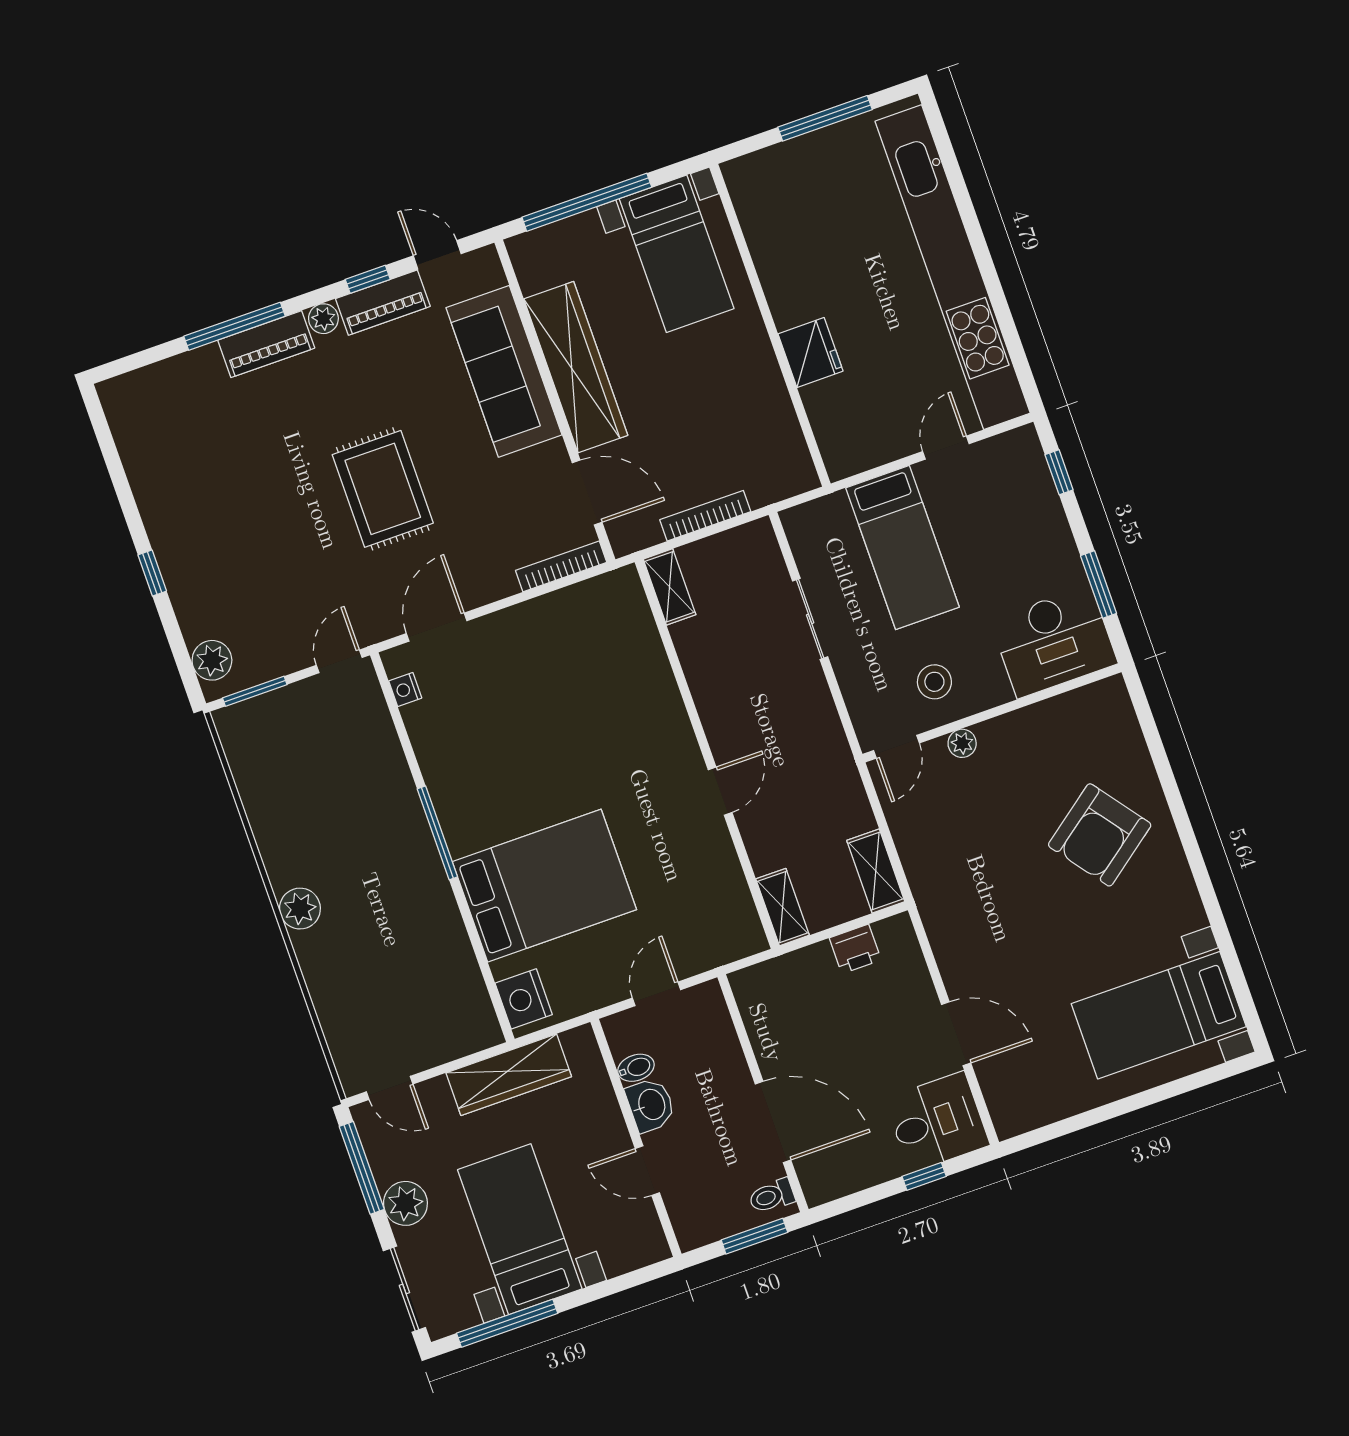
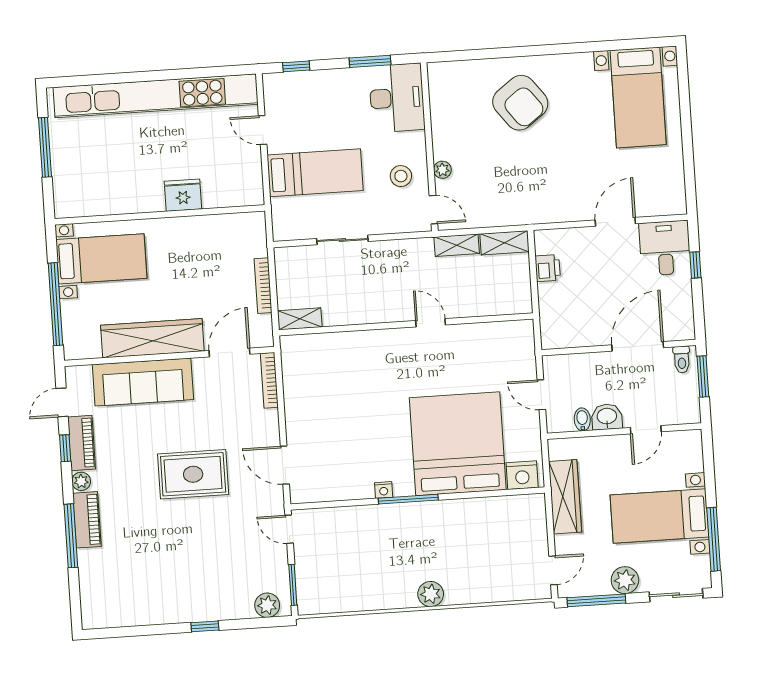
nightstand: (405, 689) -> (384, 490), moved
bed: (544, 886) -> (458, 444), width x1.36
shelving: (783, 907) -> (457, 245), moved

